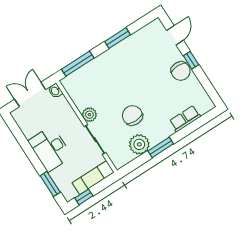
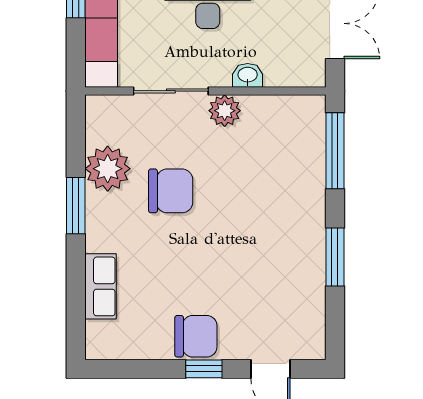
chair: (181, 71) -> (196, 336), turned 180
washbasin: (55, 91) -> (248, 75), moved

